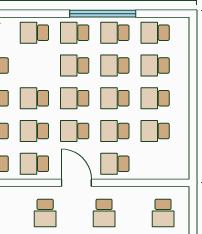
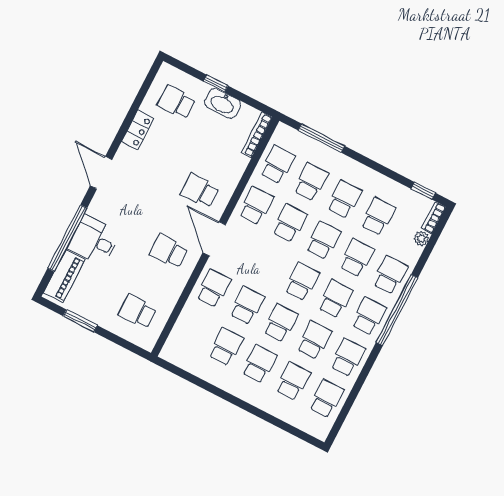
window: (103, 14) -> (397, 310), moved
school desk: (75, 131) -> (357, 258), moved
door: (76, 183) -> (214, 239), swing flipped

